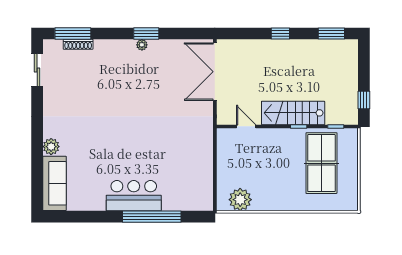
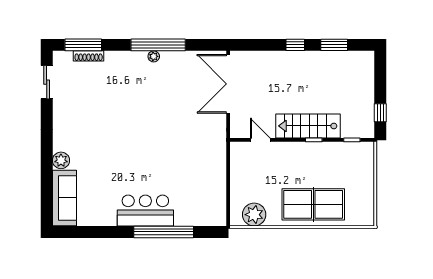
window: (146, 33) -> (158, 45), width x2.11
window: (331, 33) -> (334, 45), moved
table tennis table: (321, 163) -> (313, 204), moved, turned 90

